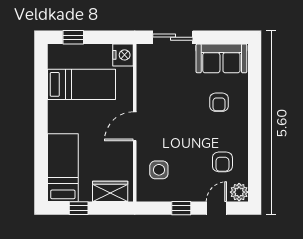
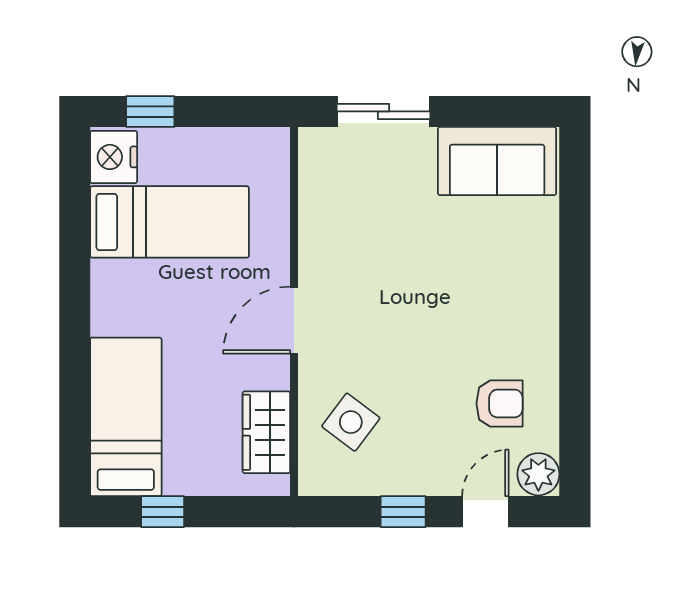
nightstand: (123, 55) -> (114, 157), moved, turned 180
armchair: (219, 102) -> (491, 264), removed
armchair: (222, 162) -> (499, 403), turned -90
side table: (159, 170) -> (351, 422), turned 37
wardrobe: (110, 191) -> (266, 432), moved, turned -90

